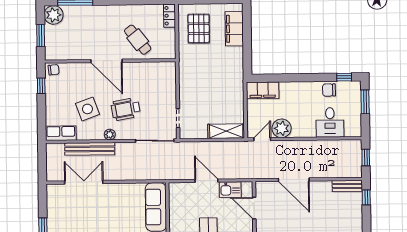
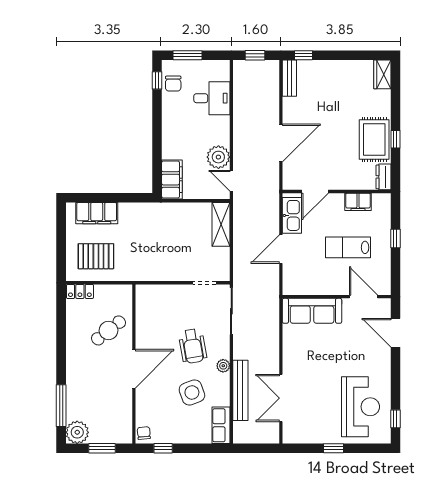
chair: (329, 90) -> (173, 84), moved
kitchen sink: (230, 190) -> (292, 215), width x1.38

